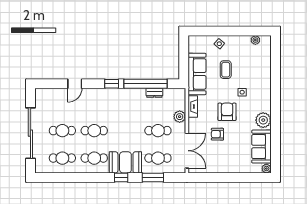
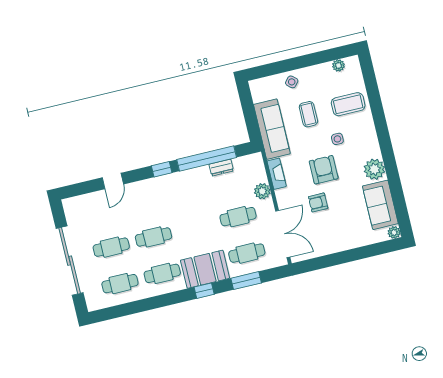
coffee table: (256, 69) -> (348, 104), added

